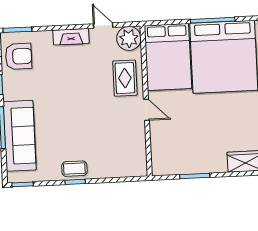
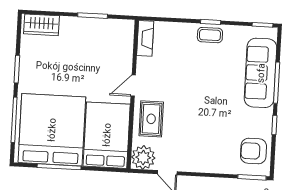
fireplace: (71, 37) -> (145, 38), moved, turned 90
door: (146, 110) -> (133, 86), hinge flipped

